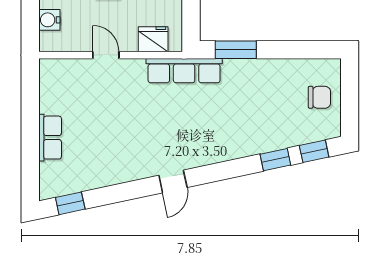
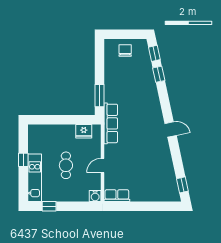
water cooler: (49, 20) -> (95, 196), moved
fridge: (153, 39) -> (84, 131), moved, turned -90
row of seats: (50, 138) -> (117, 196), moved

